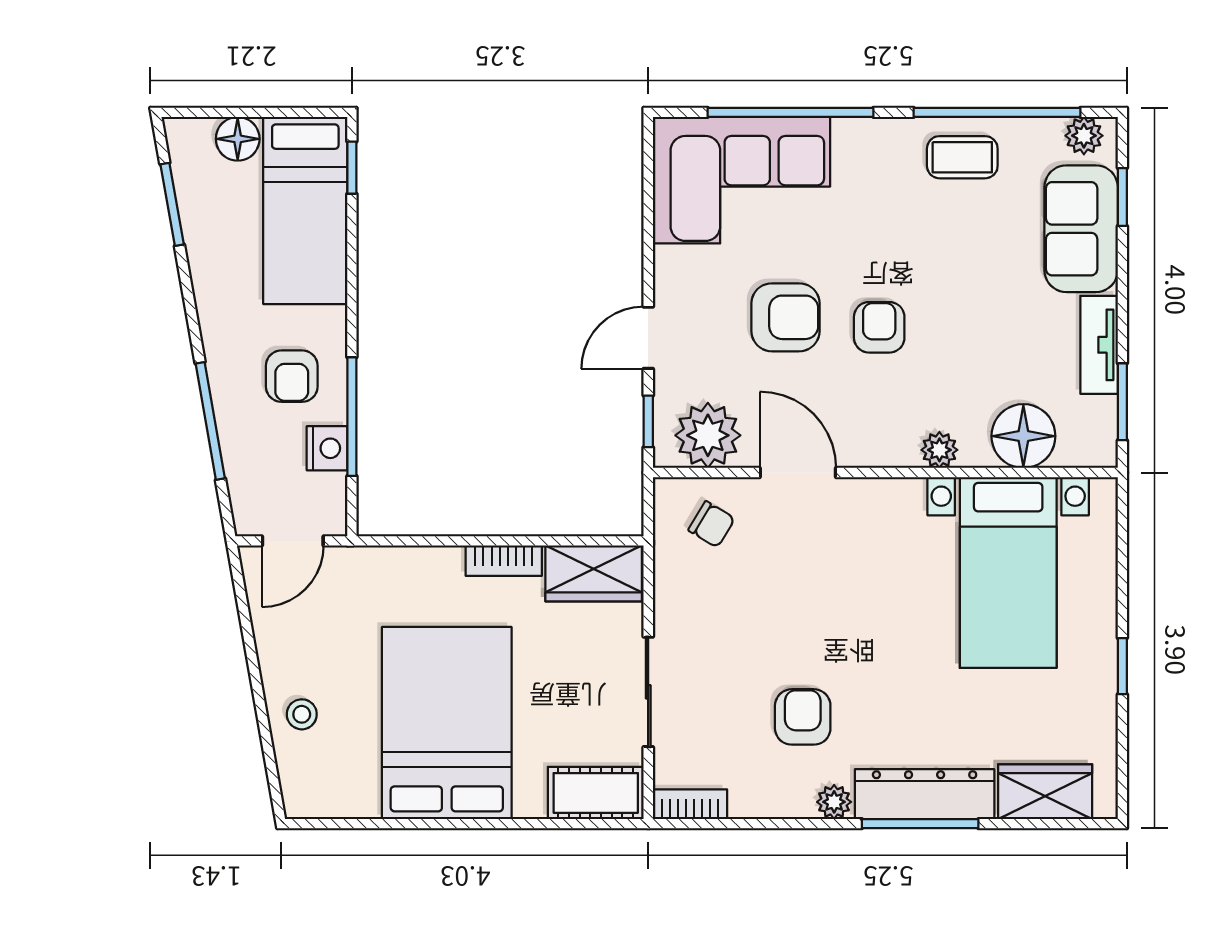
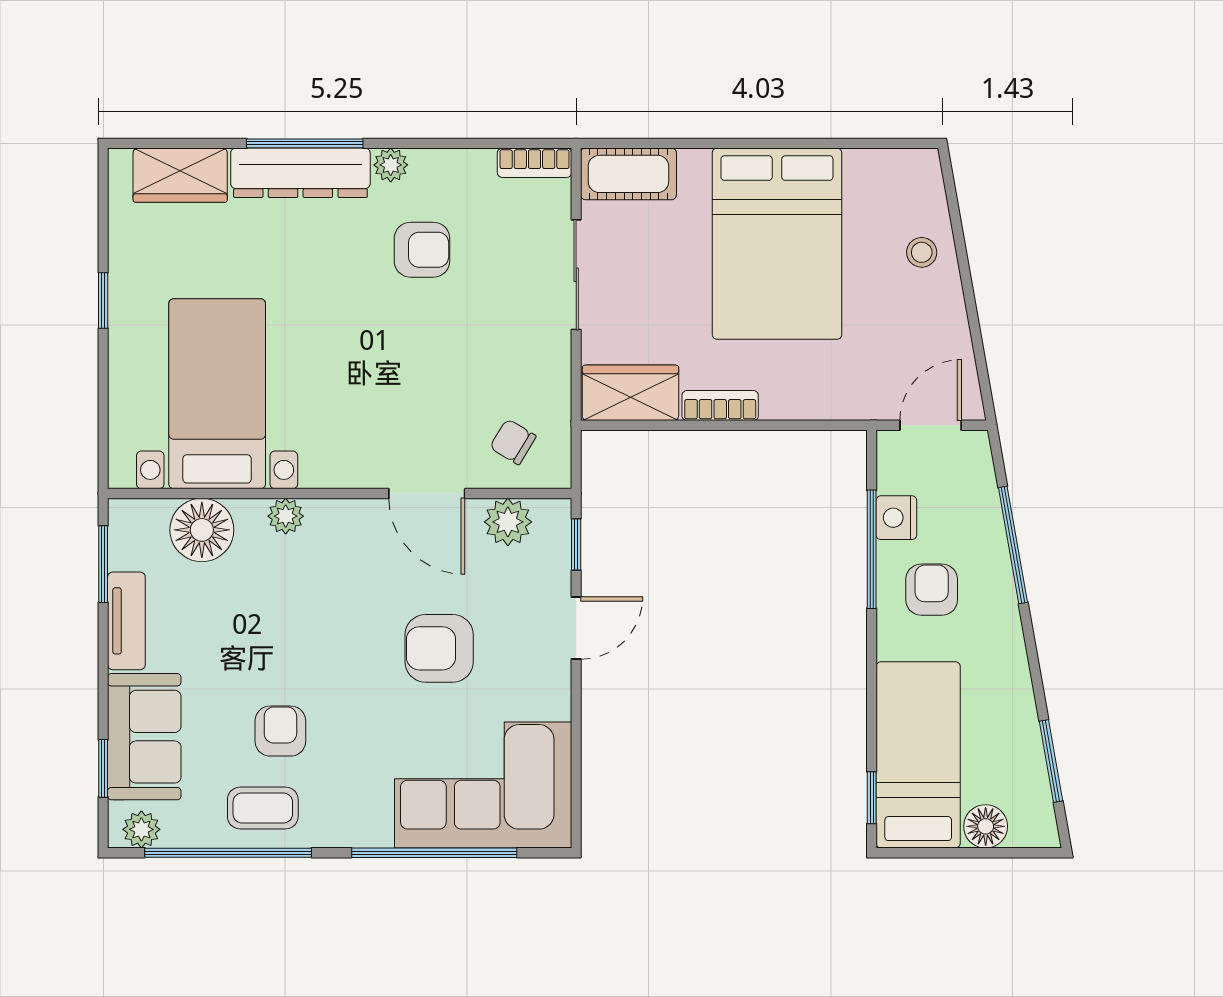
armchair: (879, 327) -> (280, 731), moved, turned 180
plant: (708, 435) -> (508, 522), width x0.73, depth x0.73
armchair: (803, 717) -> (422, 250), turned -90

